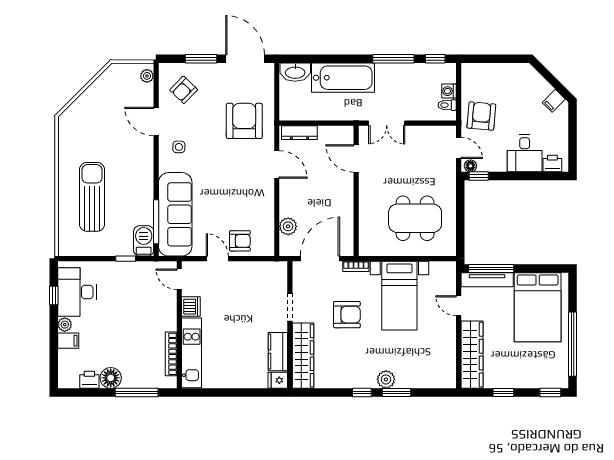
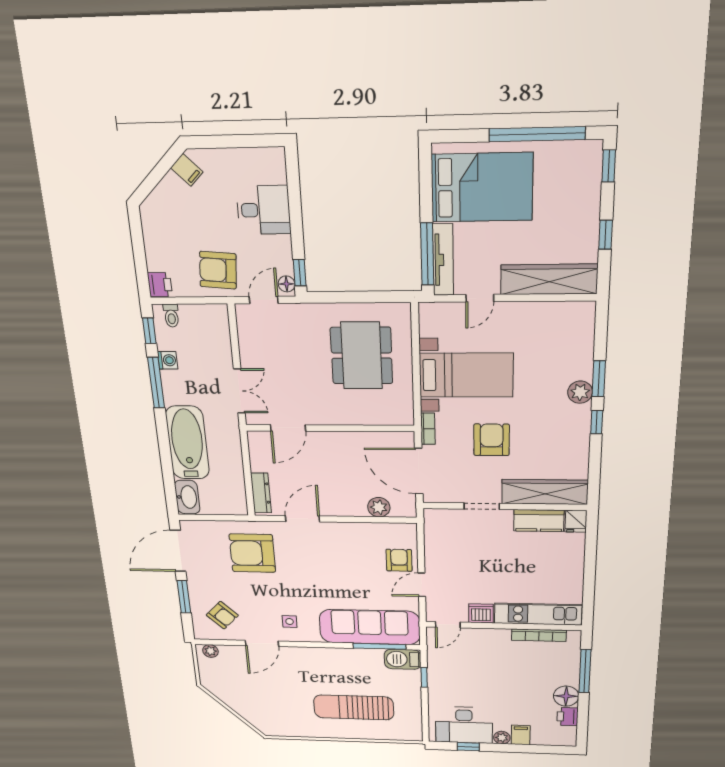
washing machine: (449, 91) -> (168, 360), moved, turned -90
toilet: (447, 105) -> (171, 316), moved
printer: (552, 164) -> (160, 285), moved, turned 180

